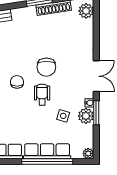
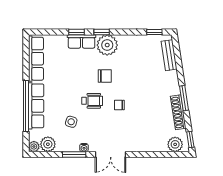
chair: (46, 67) -> (119, 105), width x0.54, depth x0.54
plant: (86, 116) -> (48, 144), moved

